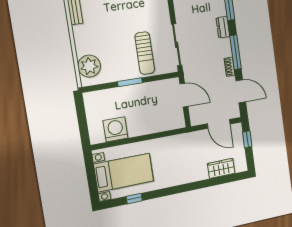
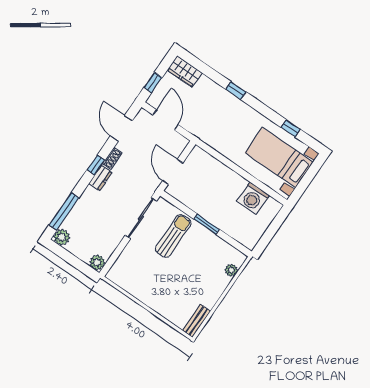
dresser: (223, 27) -> (100, 178), moved
window: (236, 52) -> (96, 165), width x0.46
plant: (89, 66) -> (231, 270), width x0.53, depth x0.53
wardrobe: (221, 168) -> (185, 71), moved
window: (192, 186) -> (236, 90), added

